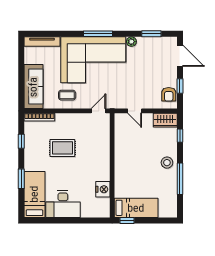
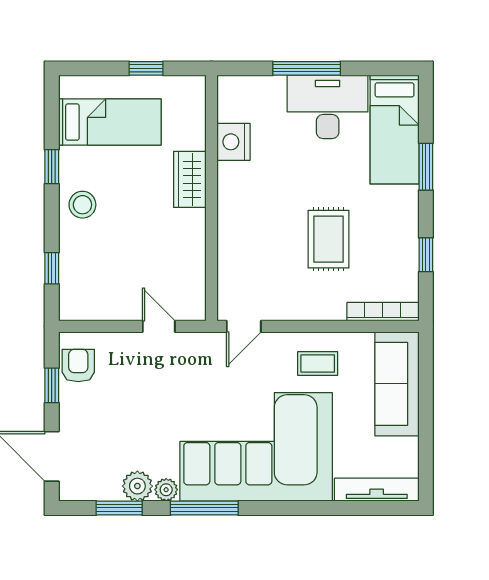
window: (98, 34) -> (204, 508), moved
plant: (144, 43) -> (137, 486), added
wardrobe: (165, 120) -> (190, 179), moved, turned -90
rug: (62, 148) -> (328, 239), turned 90
window: (180, 179) -> (52, 167), width x0.46
bed: (136, 208) -> (110, 122), moved, turned 180
window: (72, 220) -> (307, 68), added
window: (127, 220) -> (146, 68), moved

